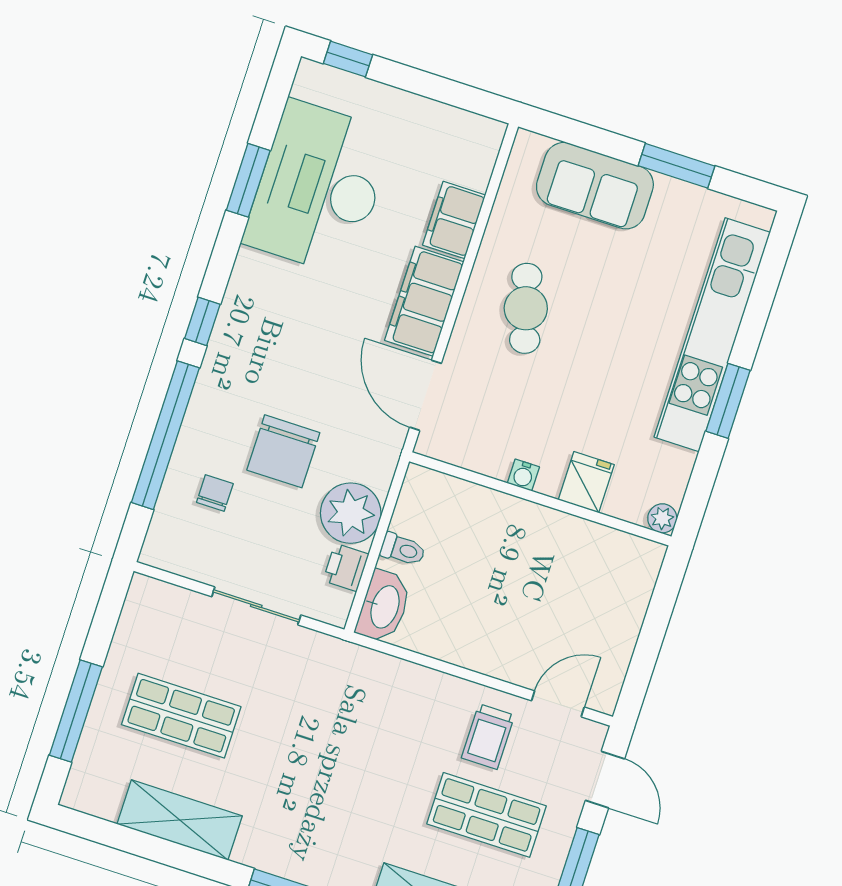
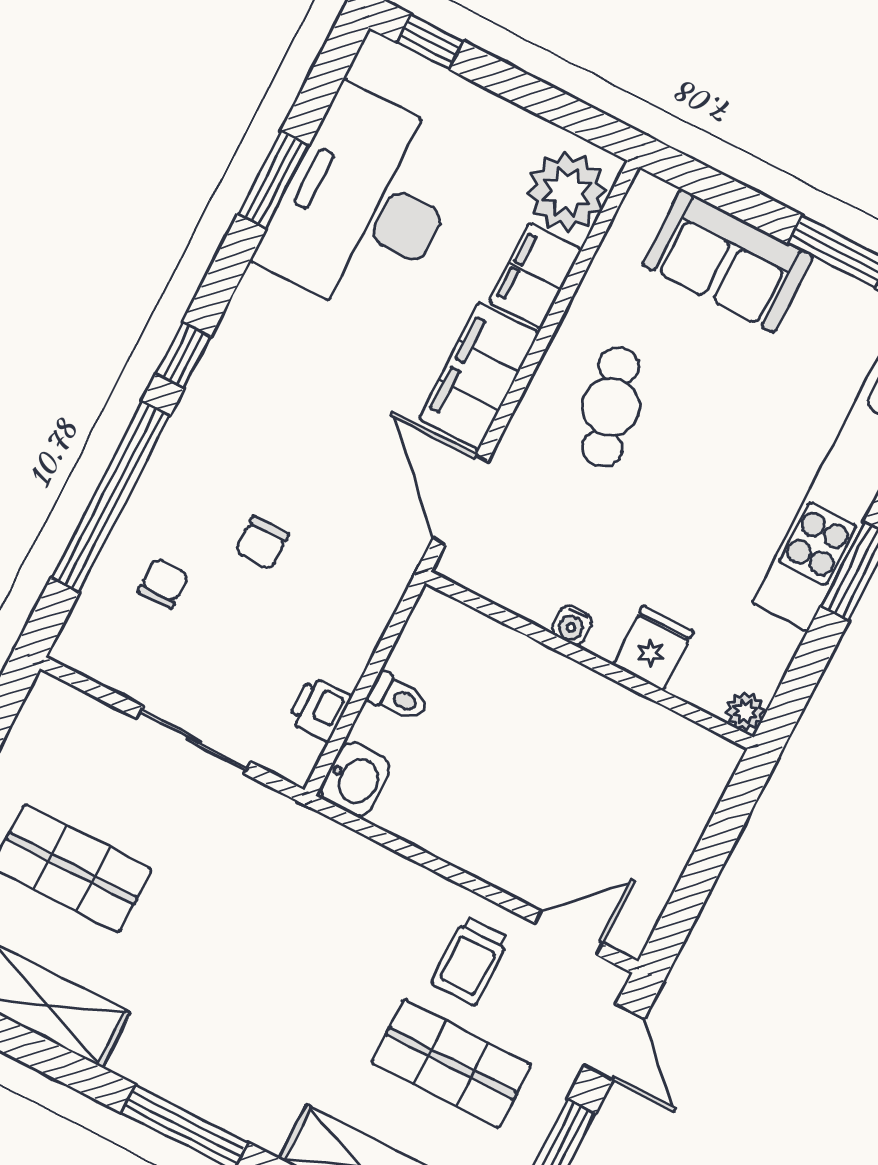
chair: (283, 451) -> (262, 543), width x0.54, depth x0.54
plant: (351, 513) -> (567, 192), moved
washbasin: (384, 607) -> (355, 779), width x0.72

